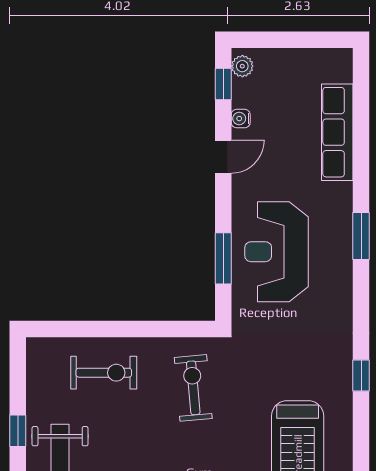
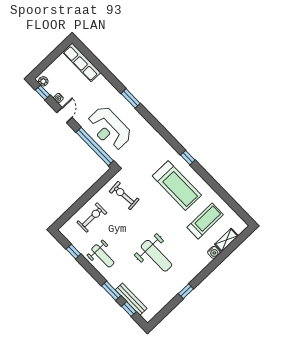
row of seats: (337, 132) -> (82, 62), moved
window: (223, 258) -> (95, 146), width x2.11
window: (361, 375) -> (188, 158), moved
window: (18, 431) -> (73, 252), moved

